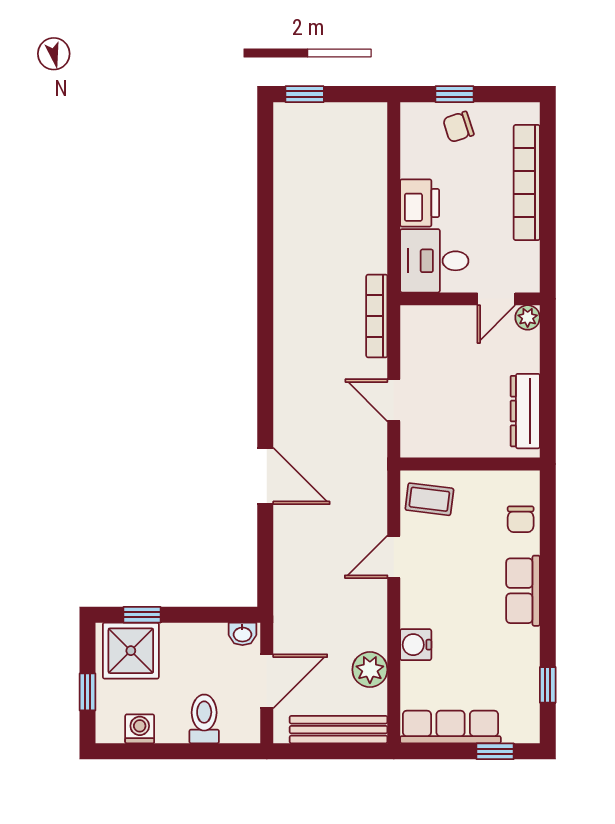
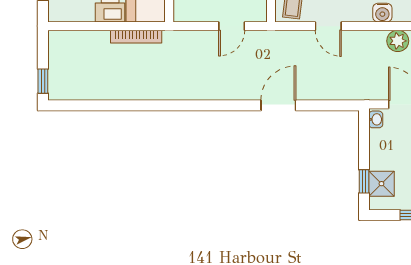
bookcase: (377, 316) -> (136, 37), moved
shower: (131, 651) -> (381, 184), width x0.73, depth x0.73

